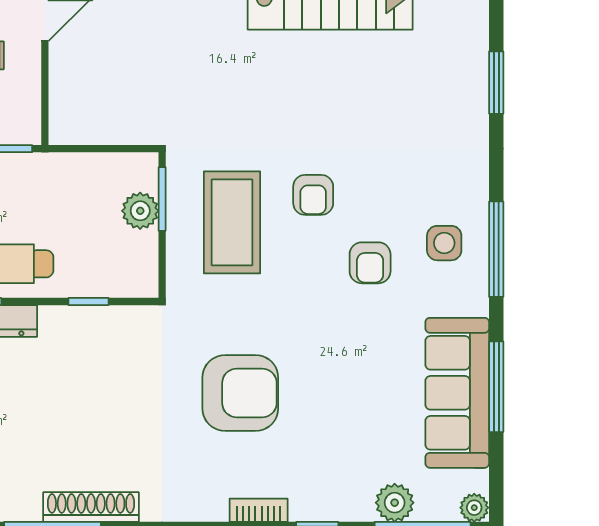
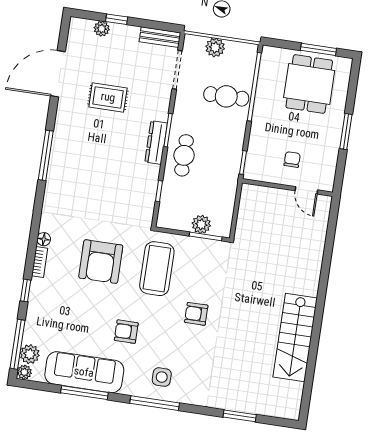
coffee table: (232, 222) -> (157, 269), moved, turned 90
armchair: (370, 263) -> (126, 332), moved
plant: (395, 503) -> (30, 354), moved
shoe rack: (91, 507) -> (54, 177), removed
floor lamp: (214, 509) -> (44, 239), added

